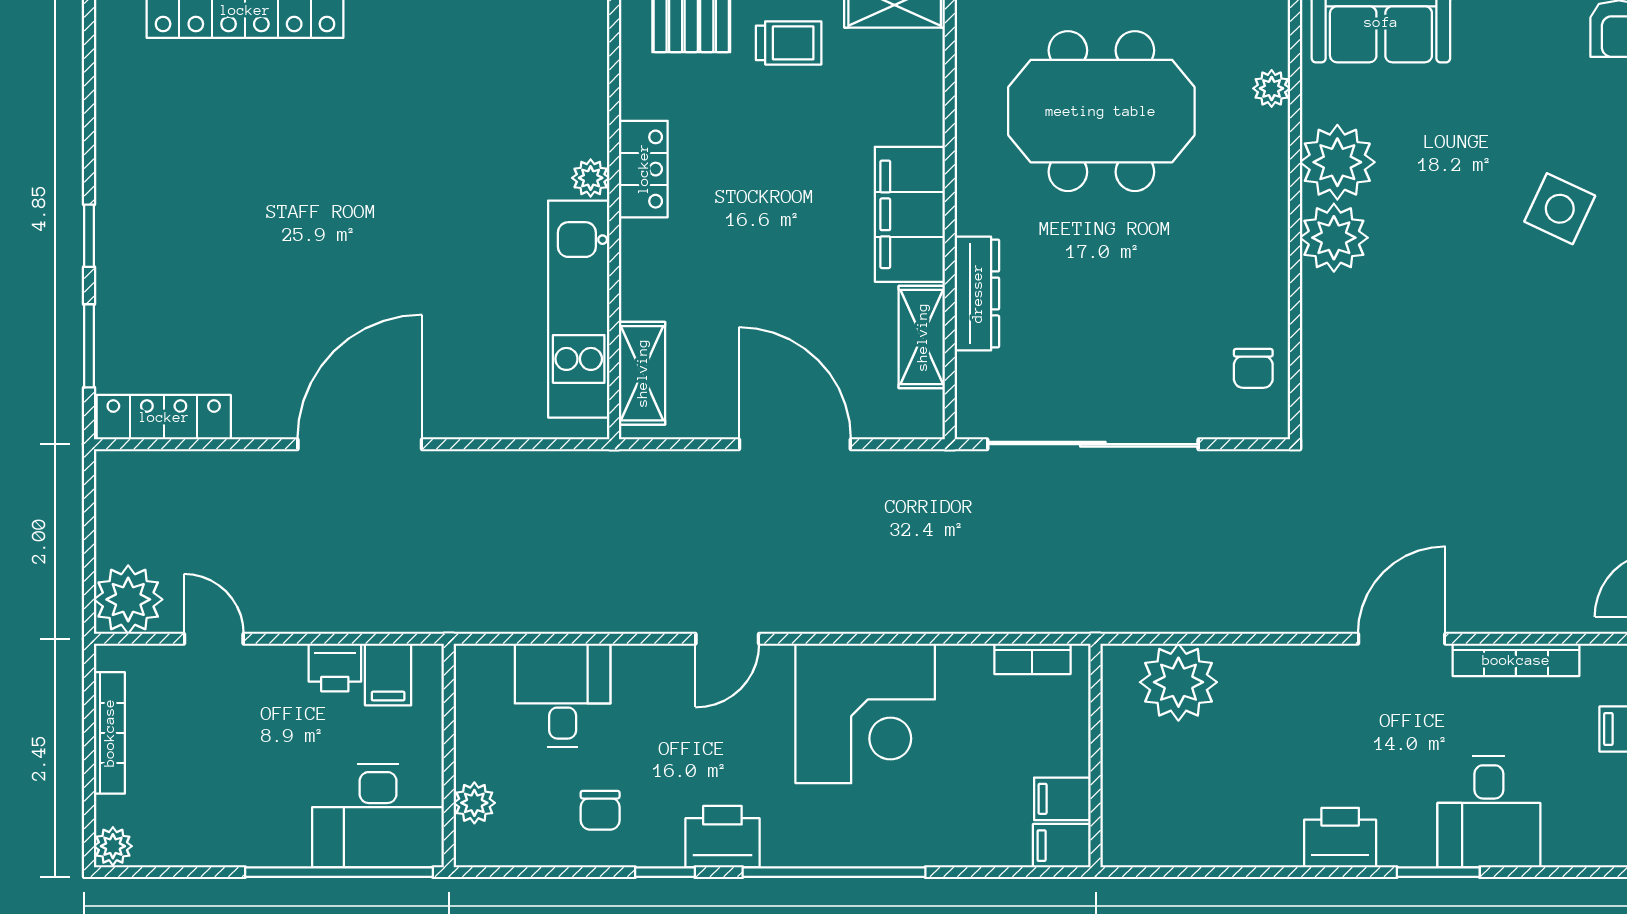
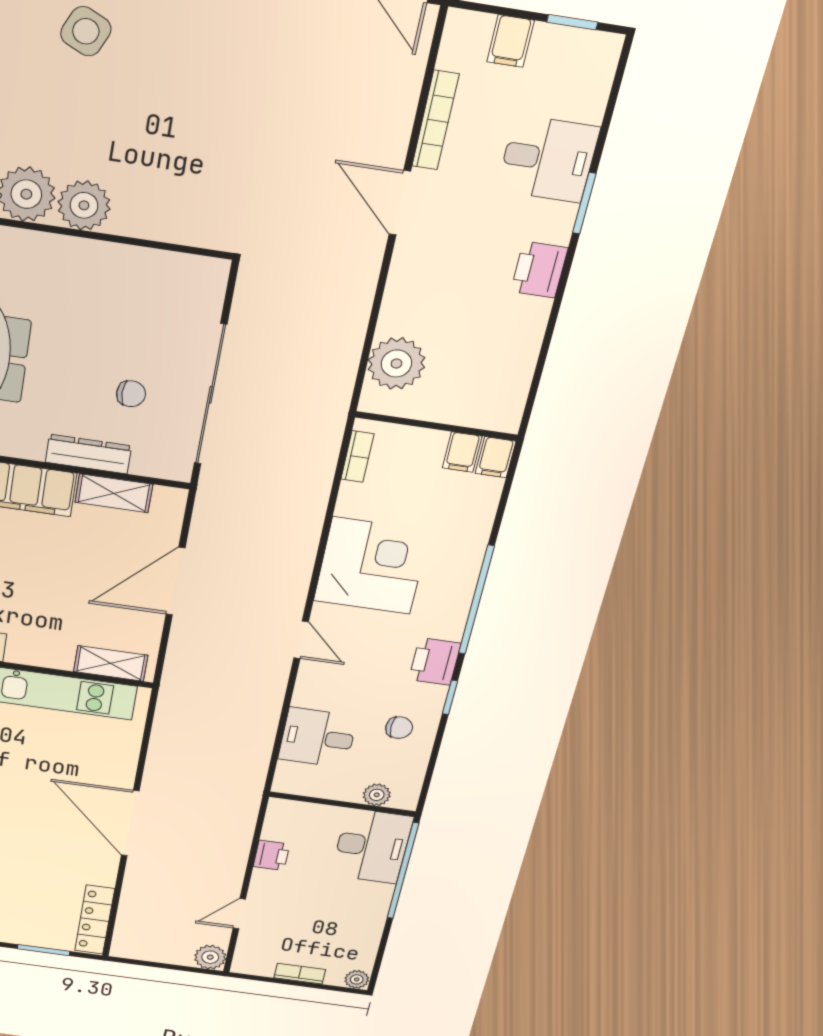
chair: (1253, 368) -> (131, 394), moved
plant: (128, 599) -> (210, 957), width x0.73, depth x0.73
filing cabinet: (388, 674) -> (282, 829), removed
bookcase: (109, 733) -> (300, 974), width x0.64

